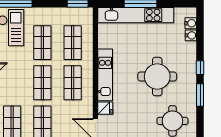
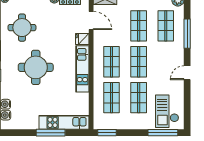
kitchen unit: (136, 15) -> (64, 122), width x0.73

